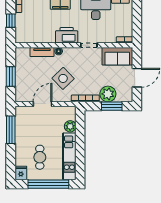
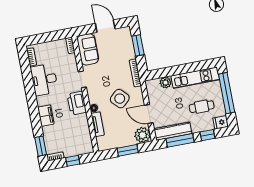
plant: (108, 94) -> (143, 135), moved
kitchen counter: (21, 124) -> (173, 131), added
window: (11, 158) -> (207, 135), added

